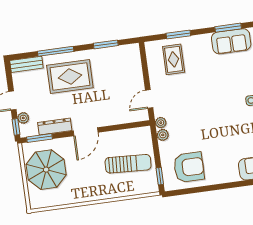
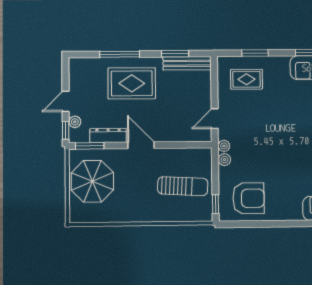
rug: (174, 59) -> (246, 79), turned 90
bench: (26, 64) -> (187, 63), moved, width x1.36
door: (86, 132) -> (141, 145), swing flipped

